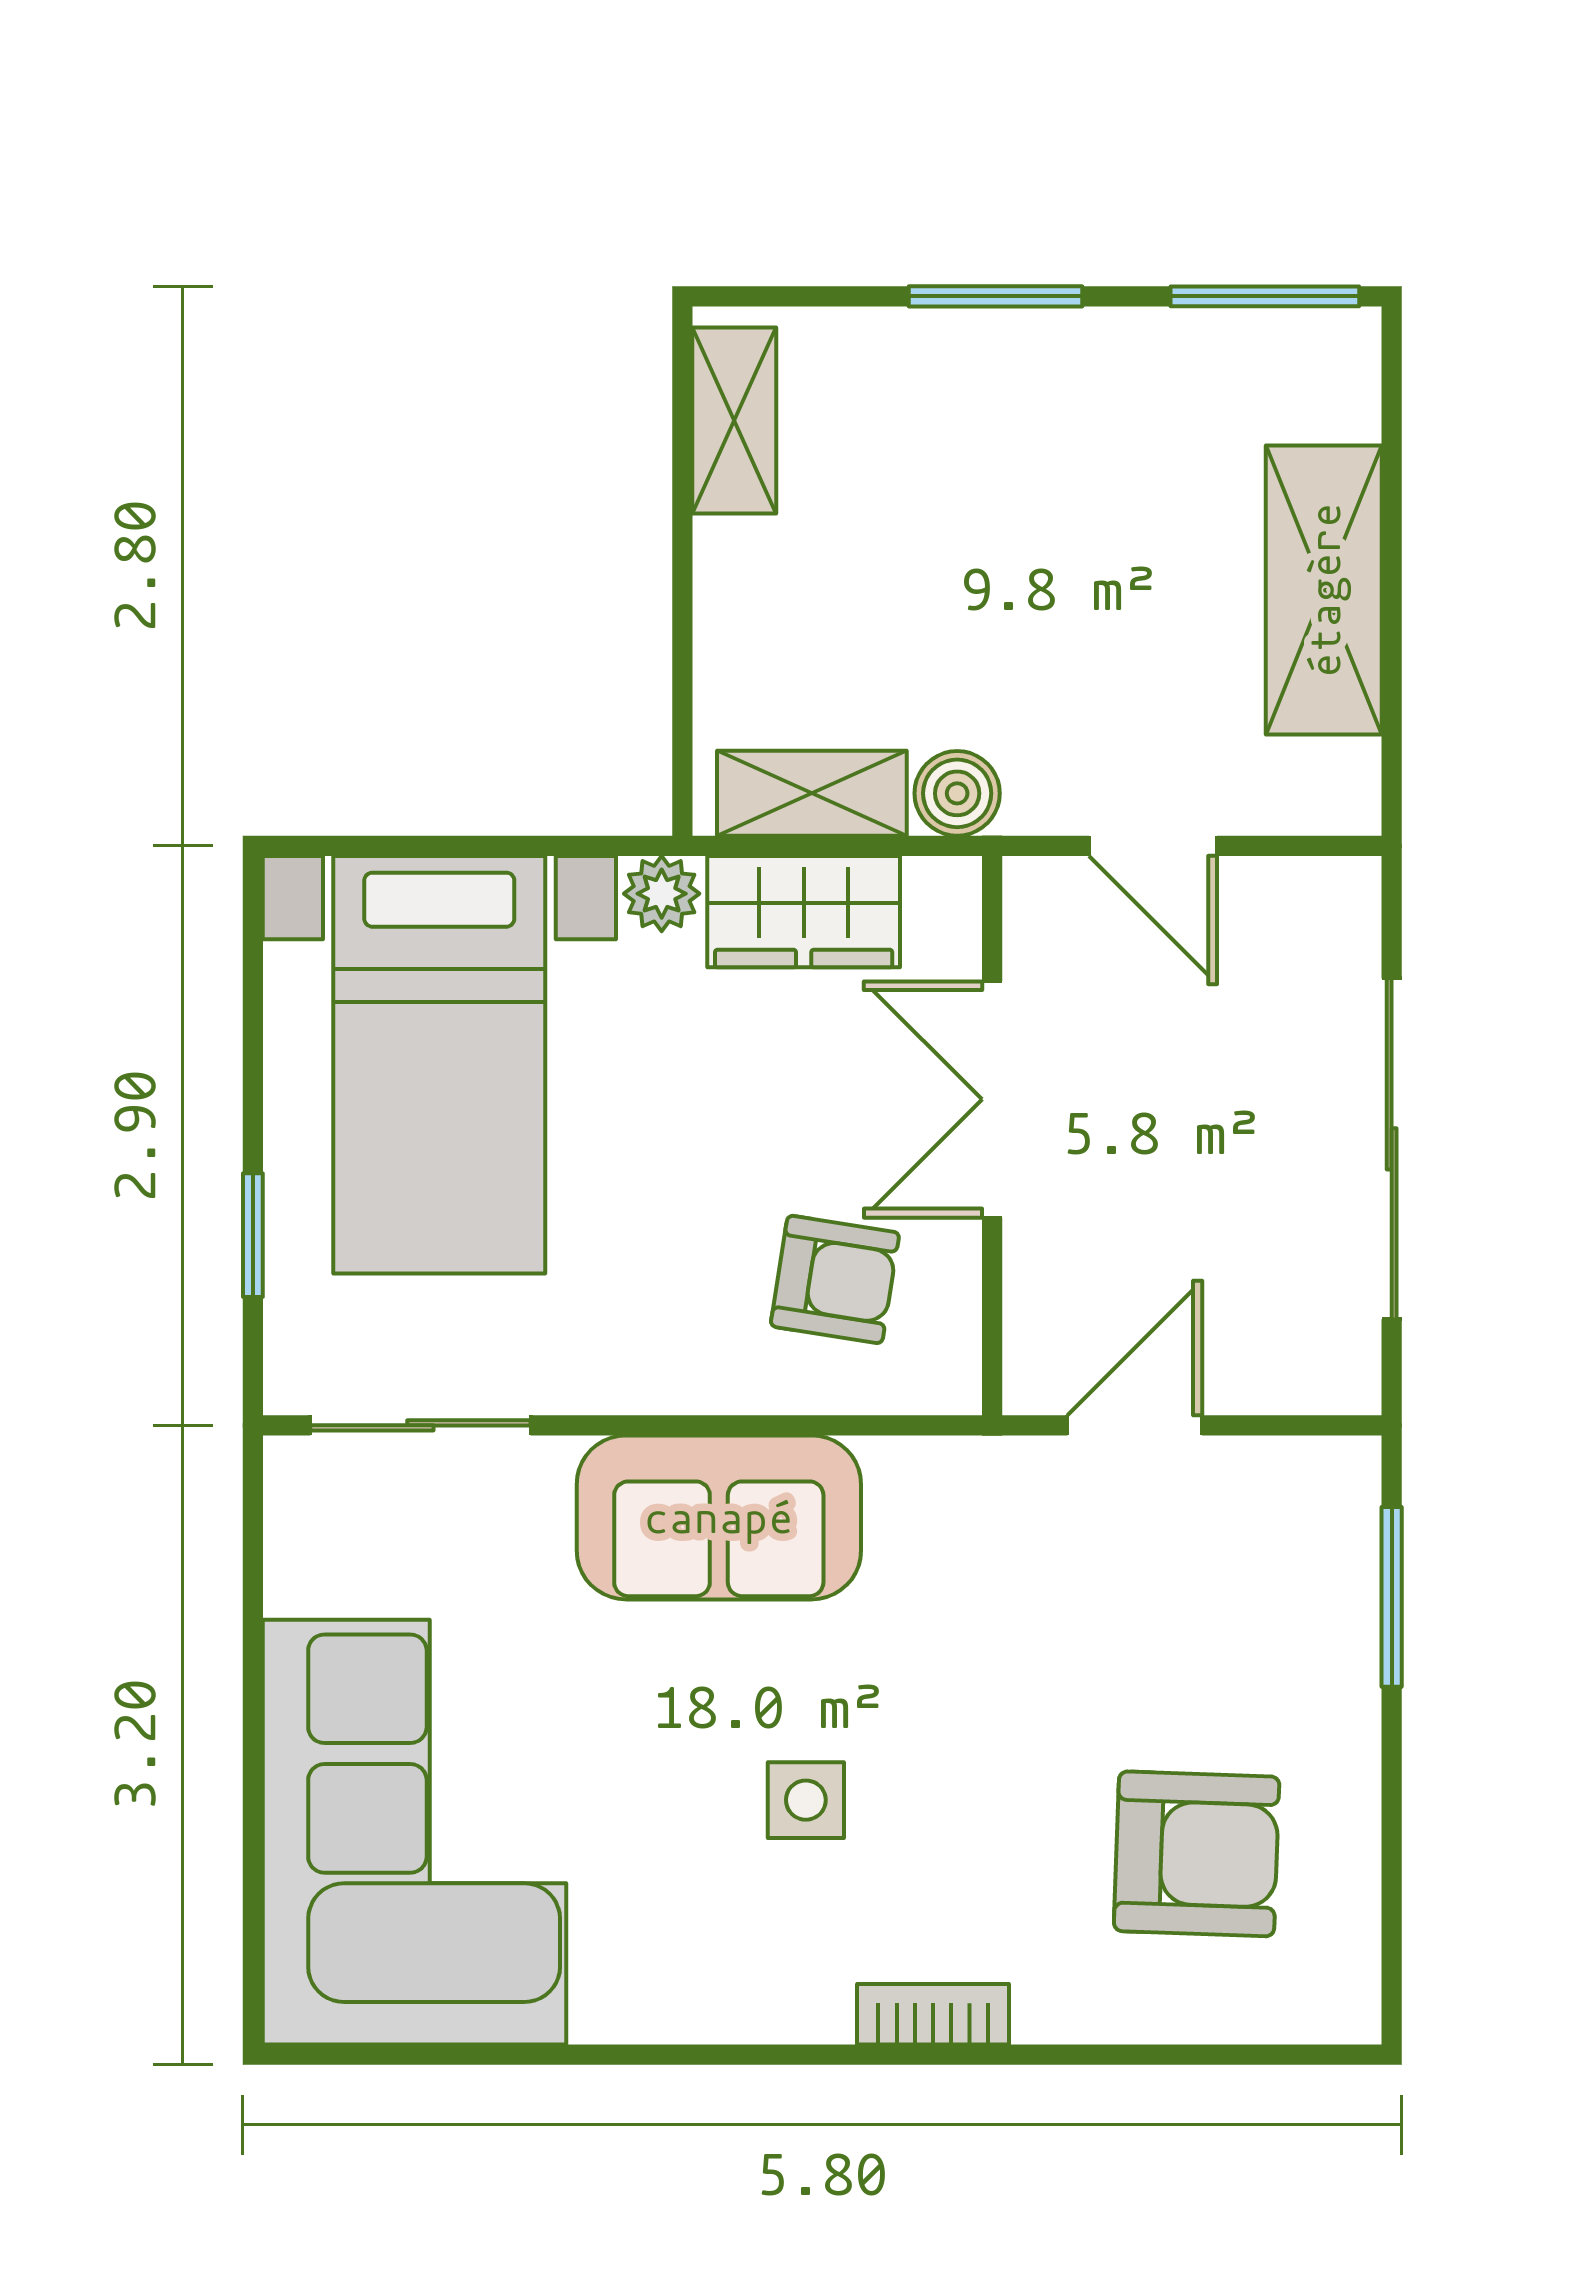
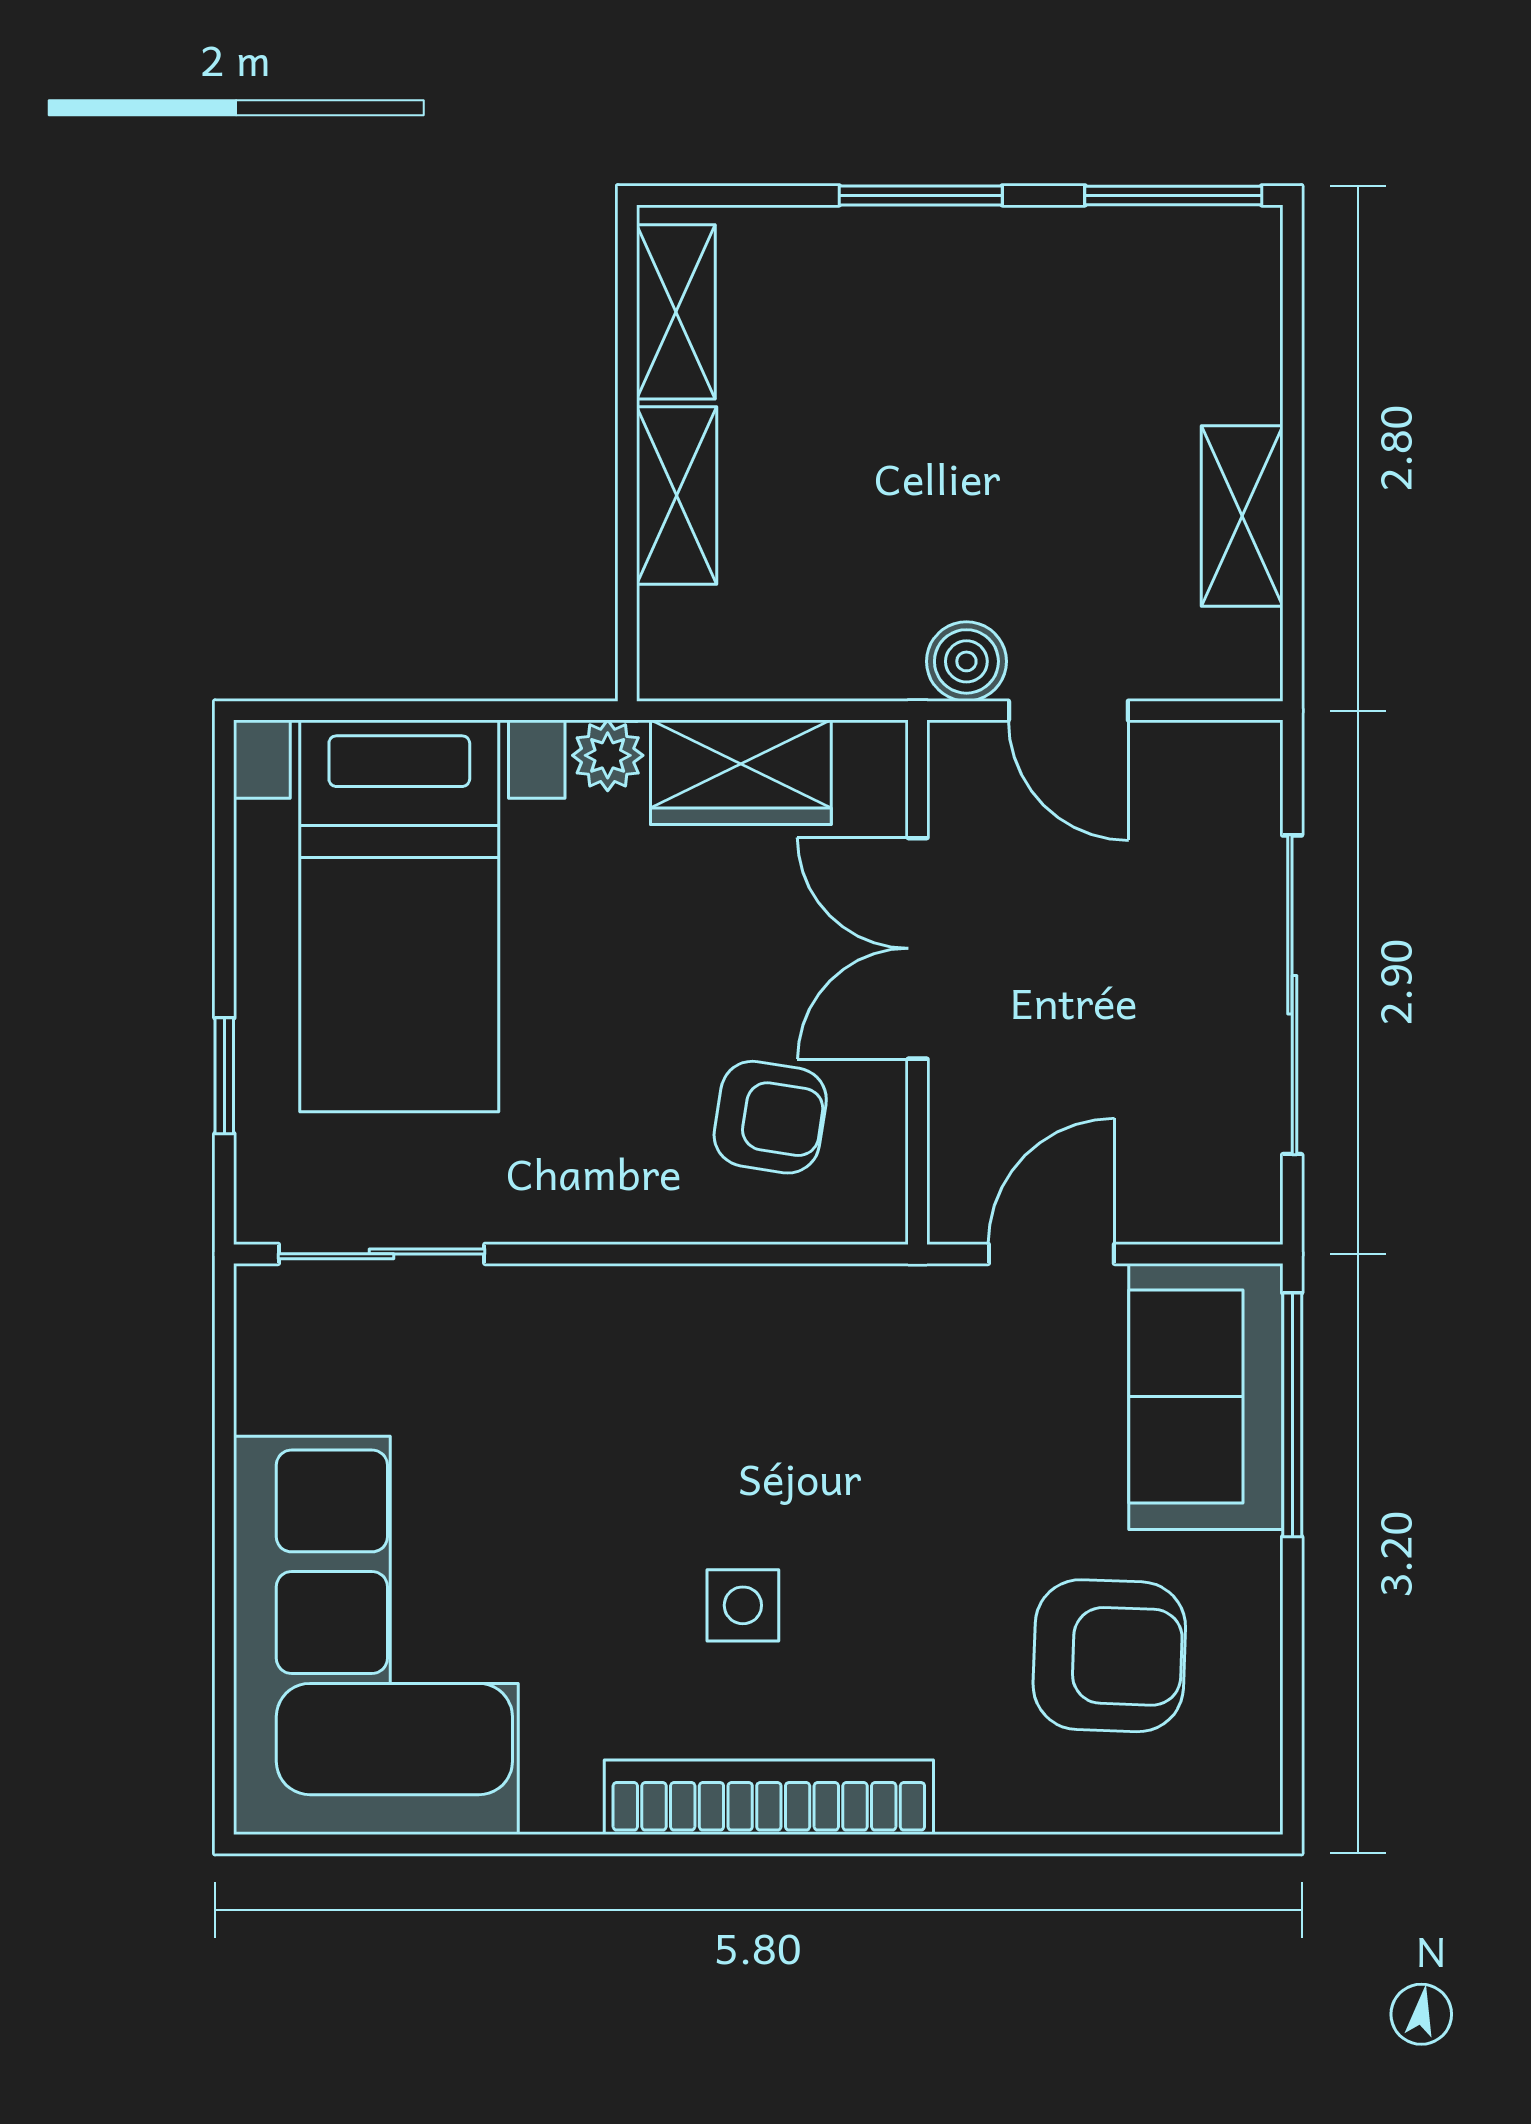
shelving: (1324, 590) -> (1242, 516), width x0.67, depth x0.75
shelving: (812, 793) -> (677, 495), moved, turned 90
boiler: (957, 793) -> (966, 661), moved
sofa: (719, 1517) -> (1206, 1397), moved, turned 90
window: (1392, 1597) -> (1292, 1415), width x1.44
bookcase: (933, 2014) -> (769, 1797), width x2.31, depth x1.31

